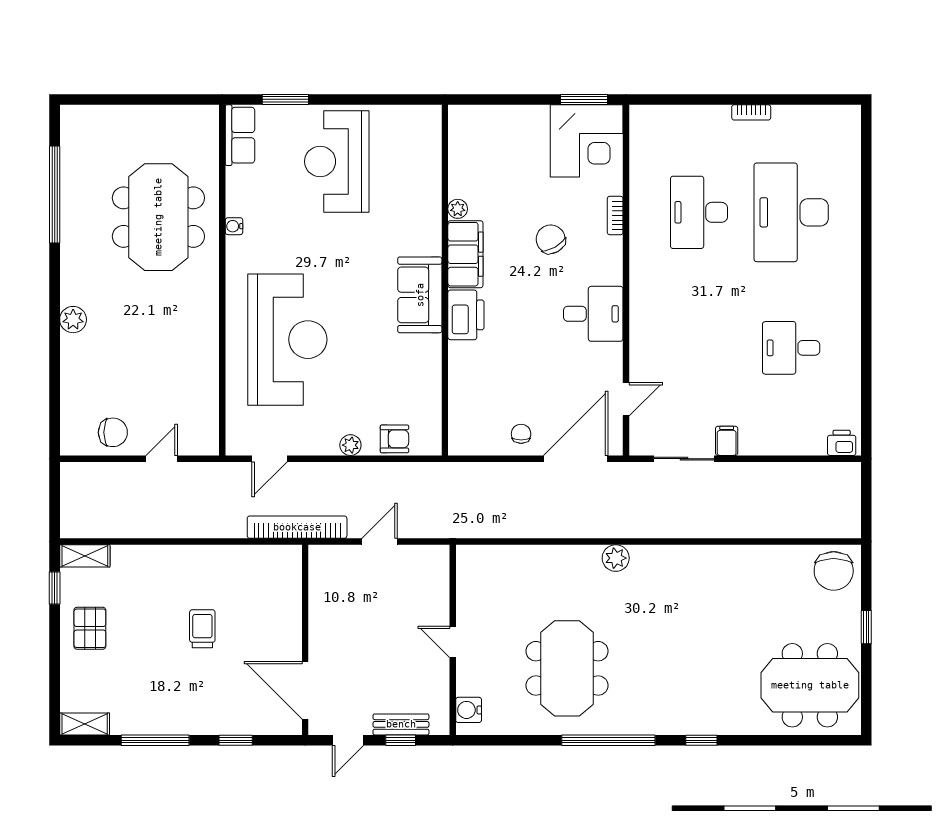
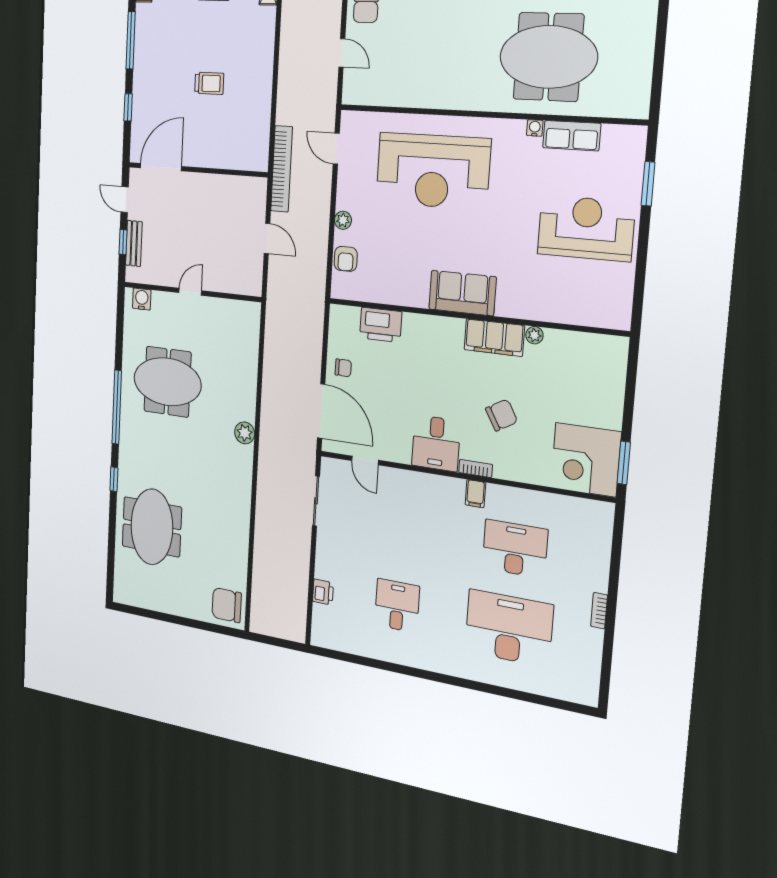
row of seats: (240, 135) -> (572, 136), moved
bookcase: (615, 216) -> (476, 468), moved
printer: (466, 315) -> (381, 325), moved
filing cabinet: (727, 441) -> (475, 494), moved, turned 90
printer: (842, 443) -> (323, 592), moved
window: (866, 627) -> (186, 622), removed
meeting table: (810, 685) -> (152, 527), moved

